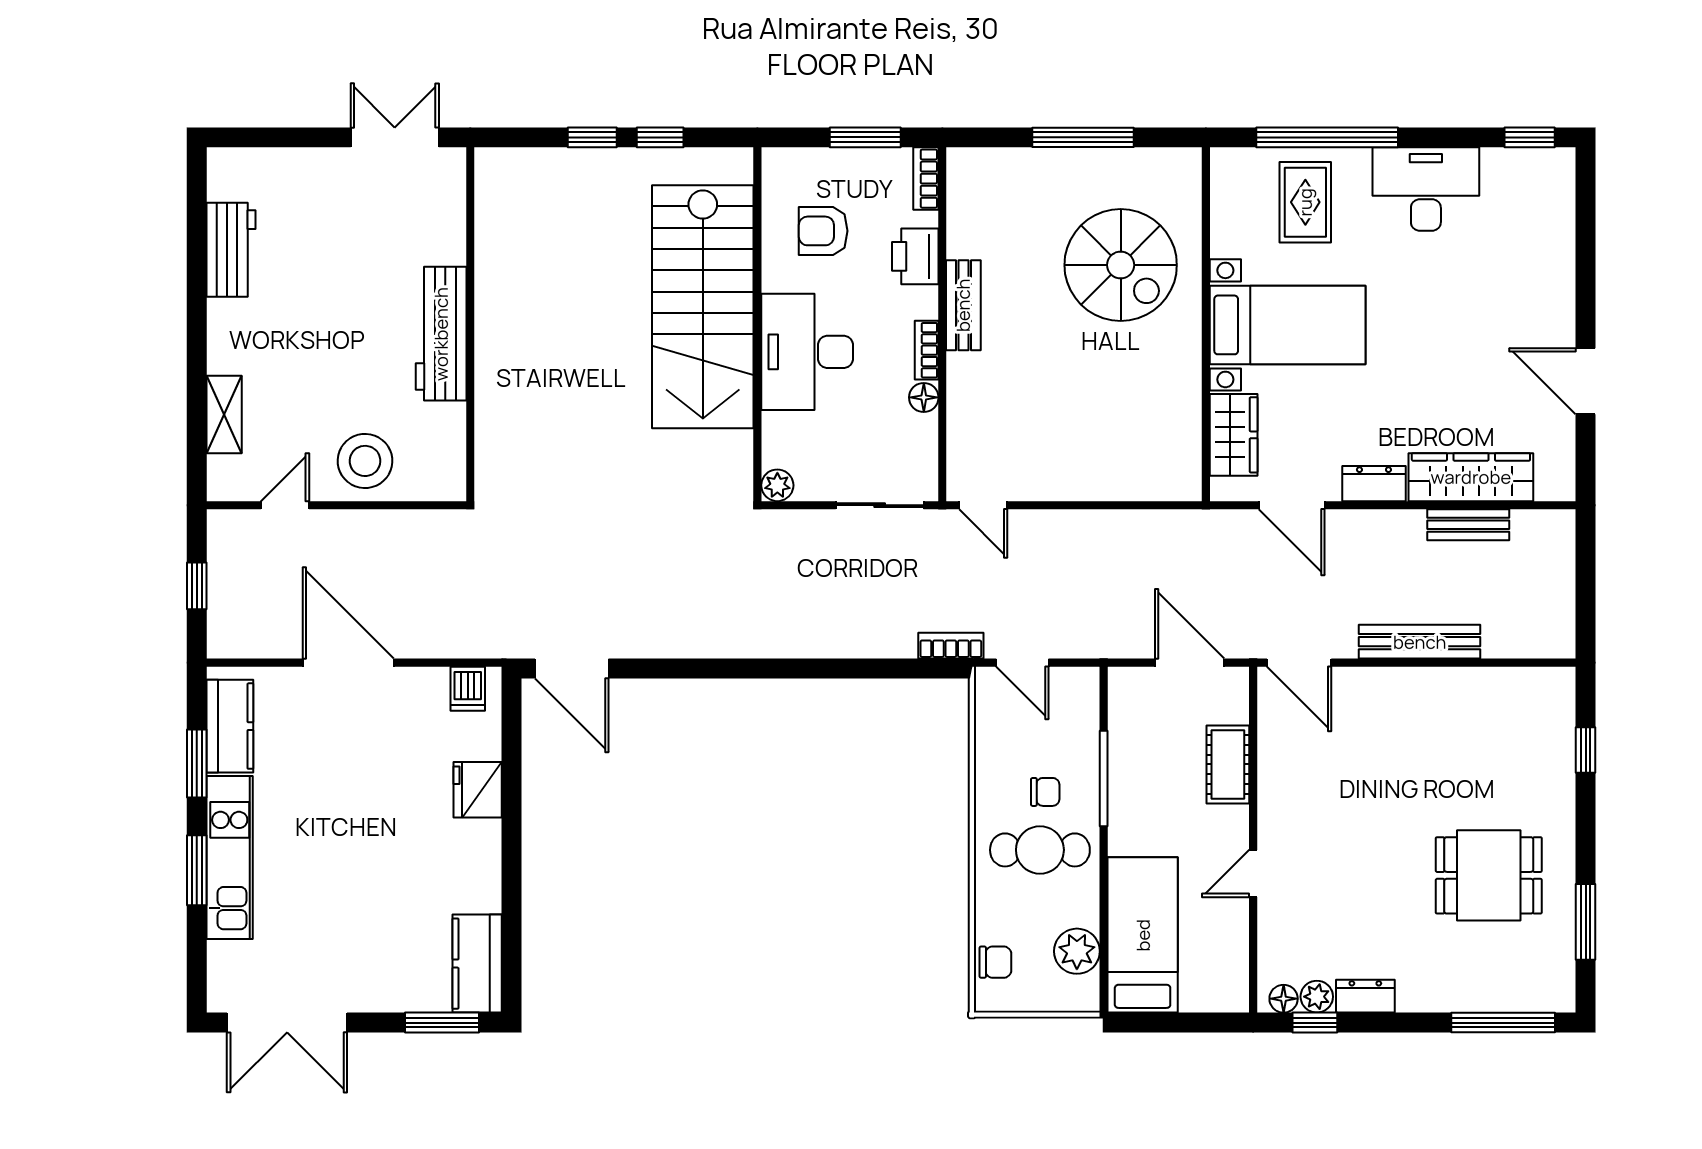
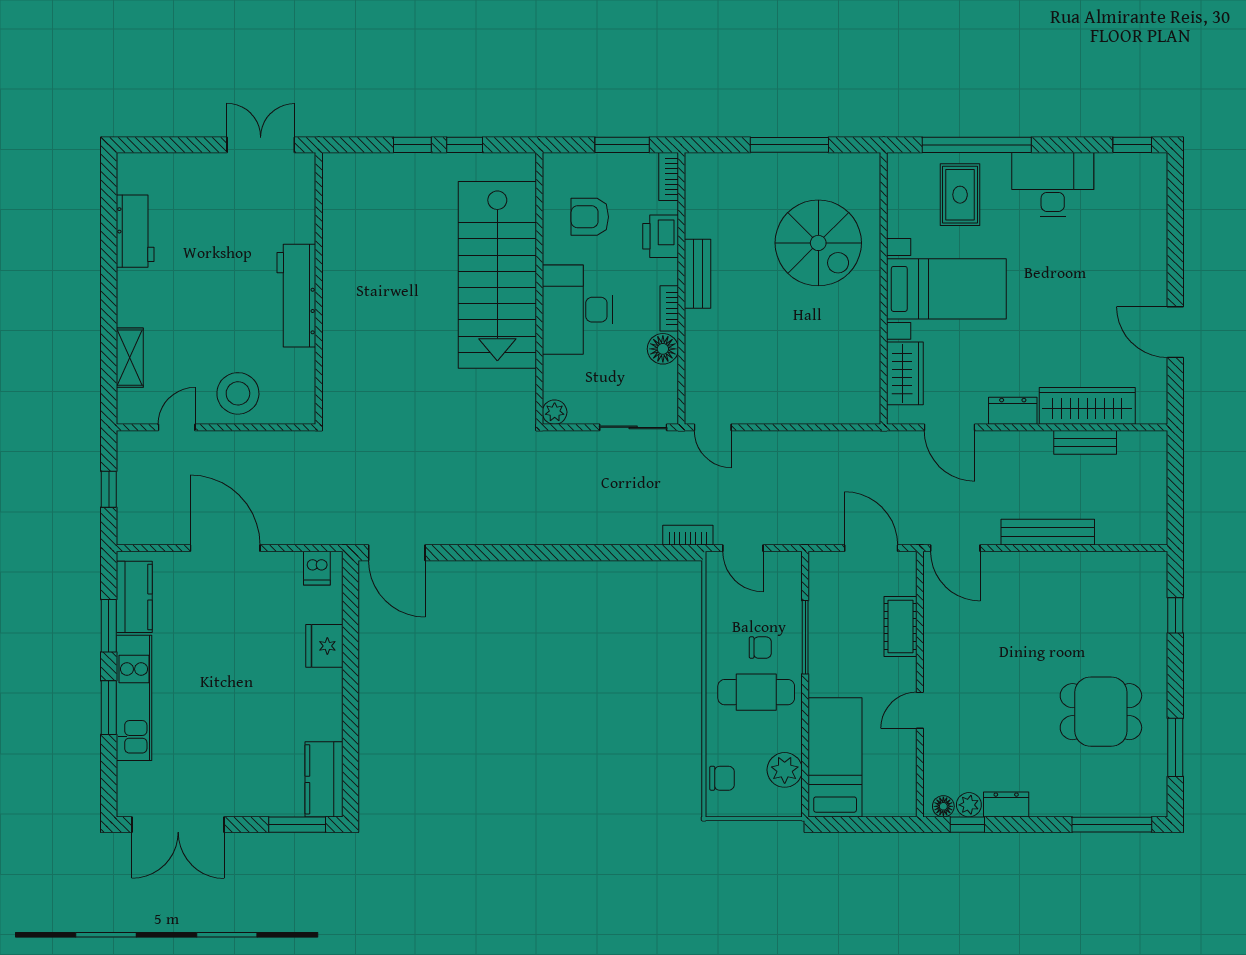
floor lamp: (924, 397) -> (663, 349), width x1.37, depth x1.37

